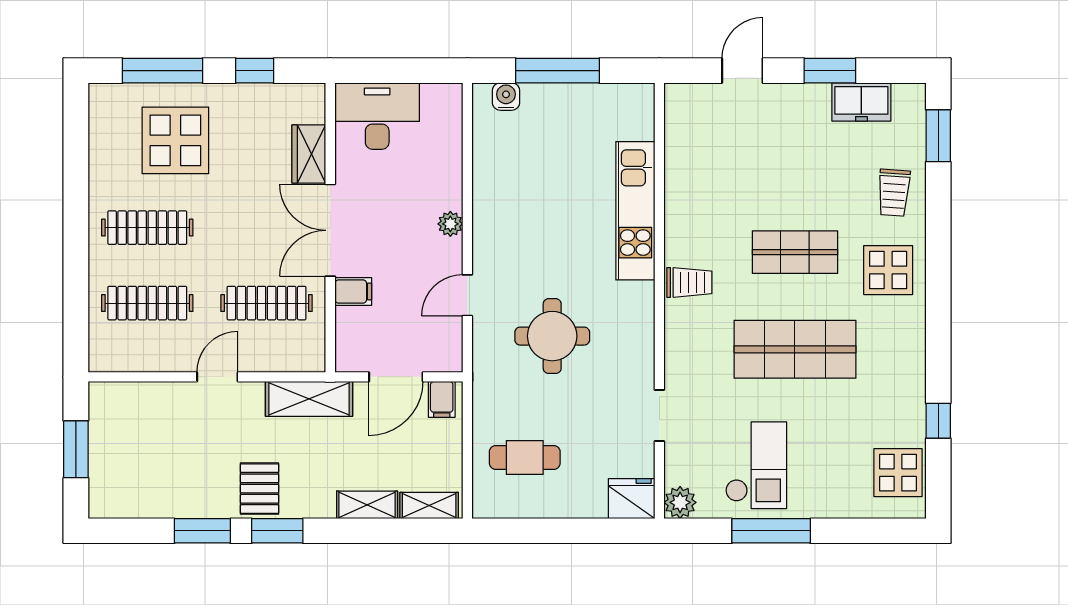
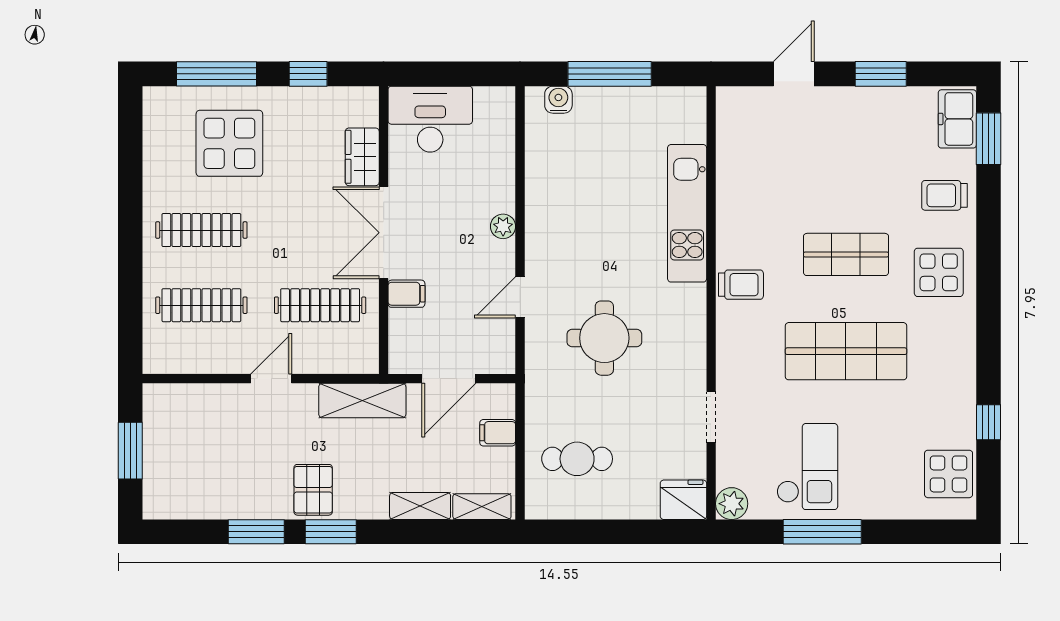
freezer: (861, 102) -> (957, 119), moved, turned 90
trolley: (894, 193) -> (944, 195), turned 86
filing cabinet: (442, 399) -> (498, 433), moved, turned 90

